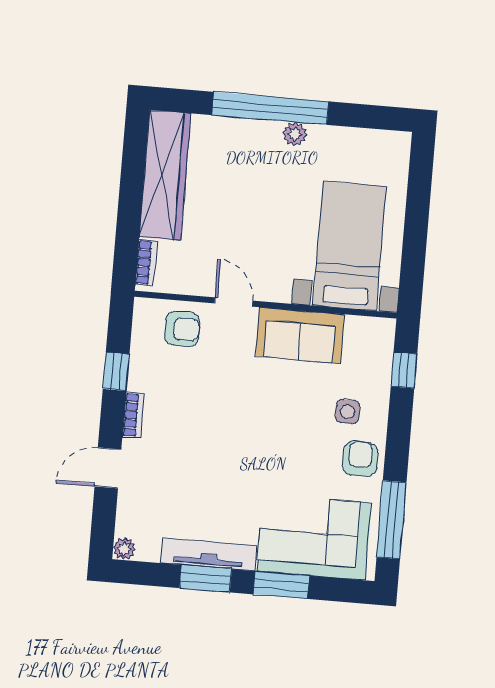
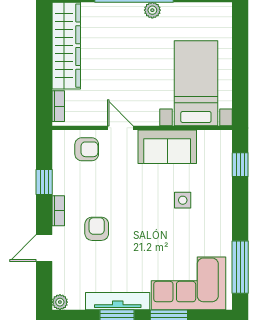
side table: (348, 412) -> (183, 200), moved
armchair: (360, 459) -> (97, 229), moved

